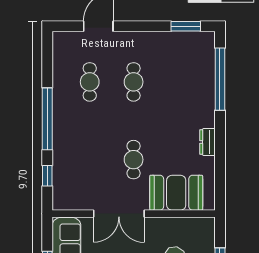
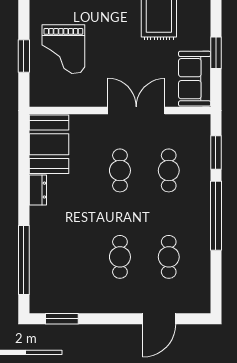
cafe table: (90, 160) -> (169, 170), added
window: (47, 176) -> (216, 153), width x1.50
booth: (176, 193) -> (49, 144), moved, turned 90

